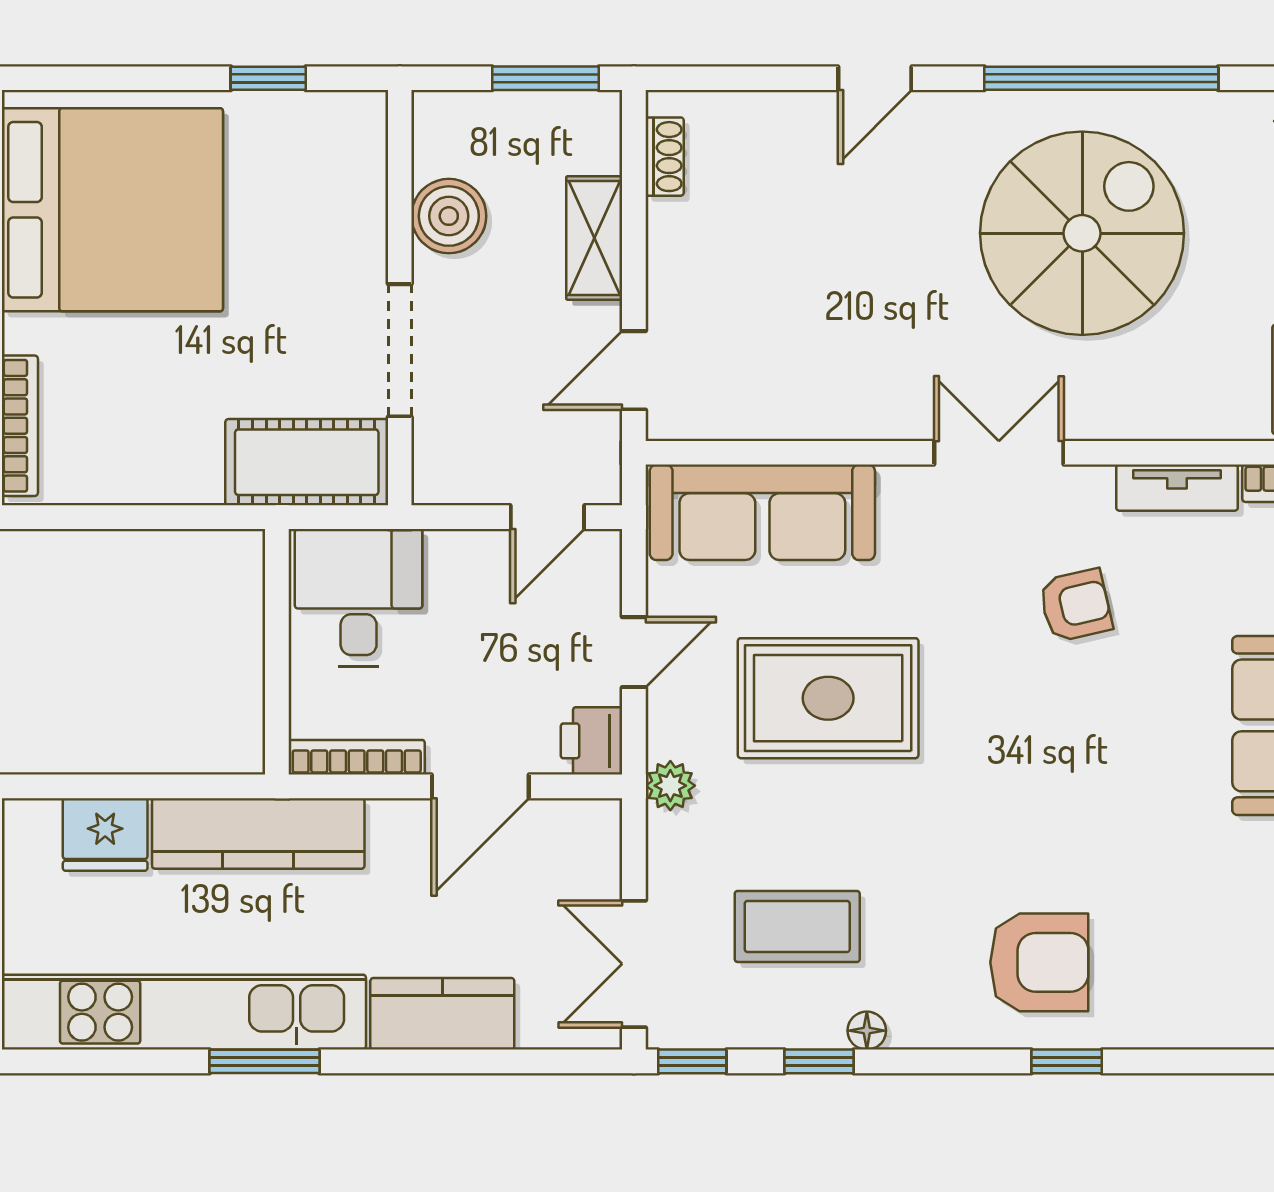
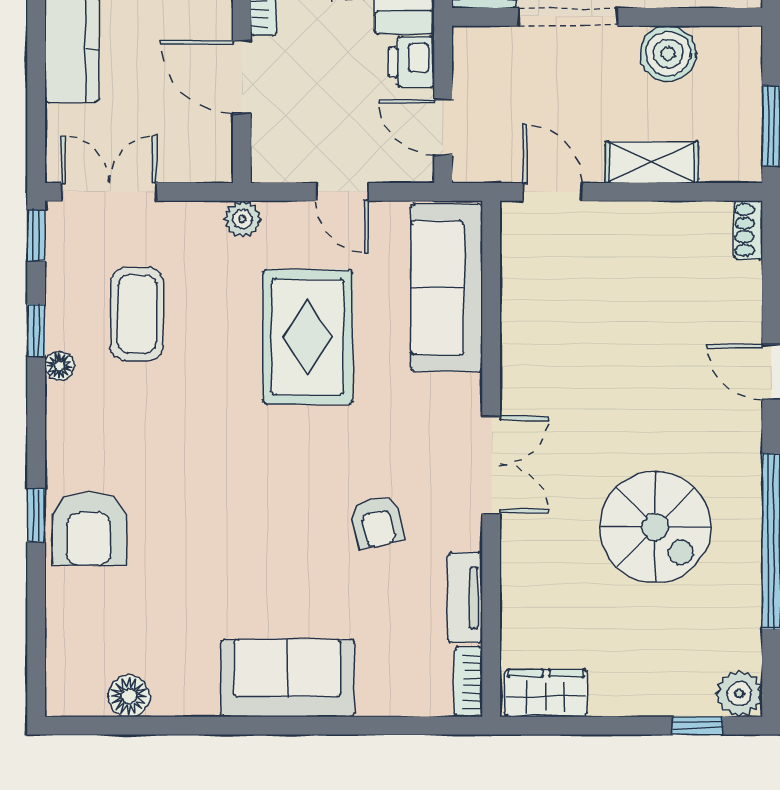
shoe rack: (665, 157) -> (748, 230), moved, turned 90
spiral stairs: (1082, 233) -> (655, 527), width x0.73, depth x0.73
printer: (591, 741) -> (411, 62), moved, turned -90
armchair: (1039, 962) -> (89, 529), moved

